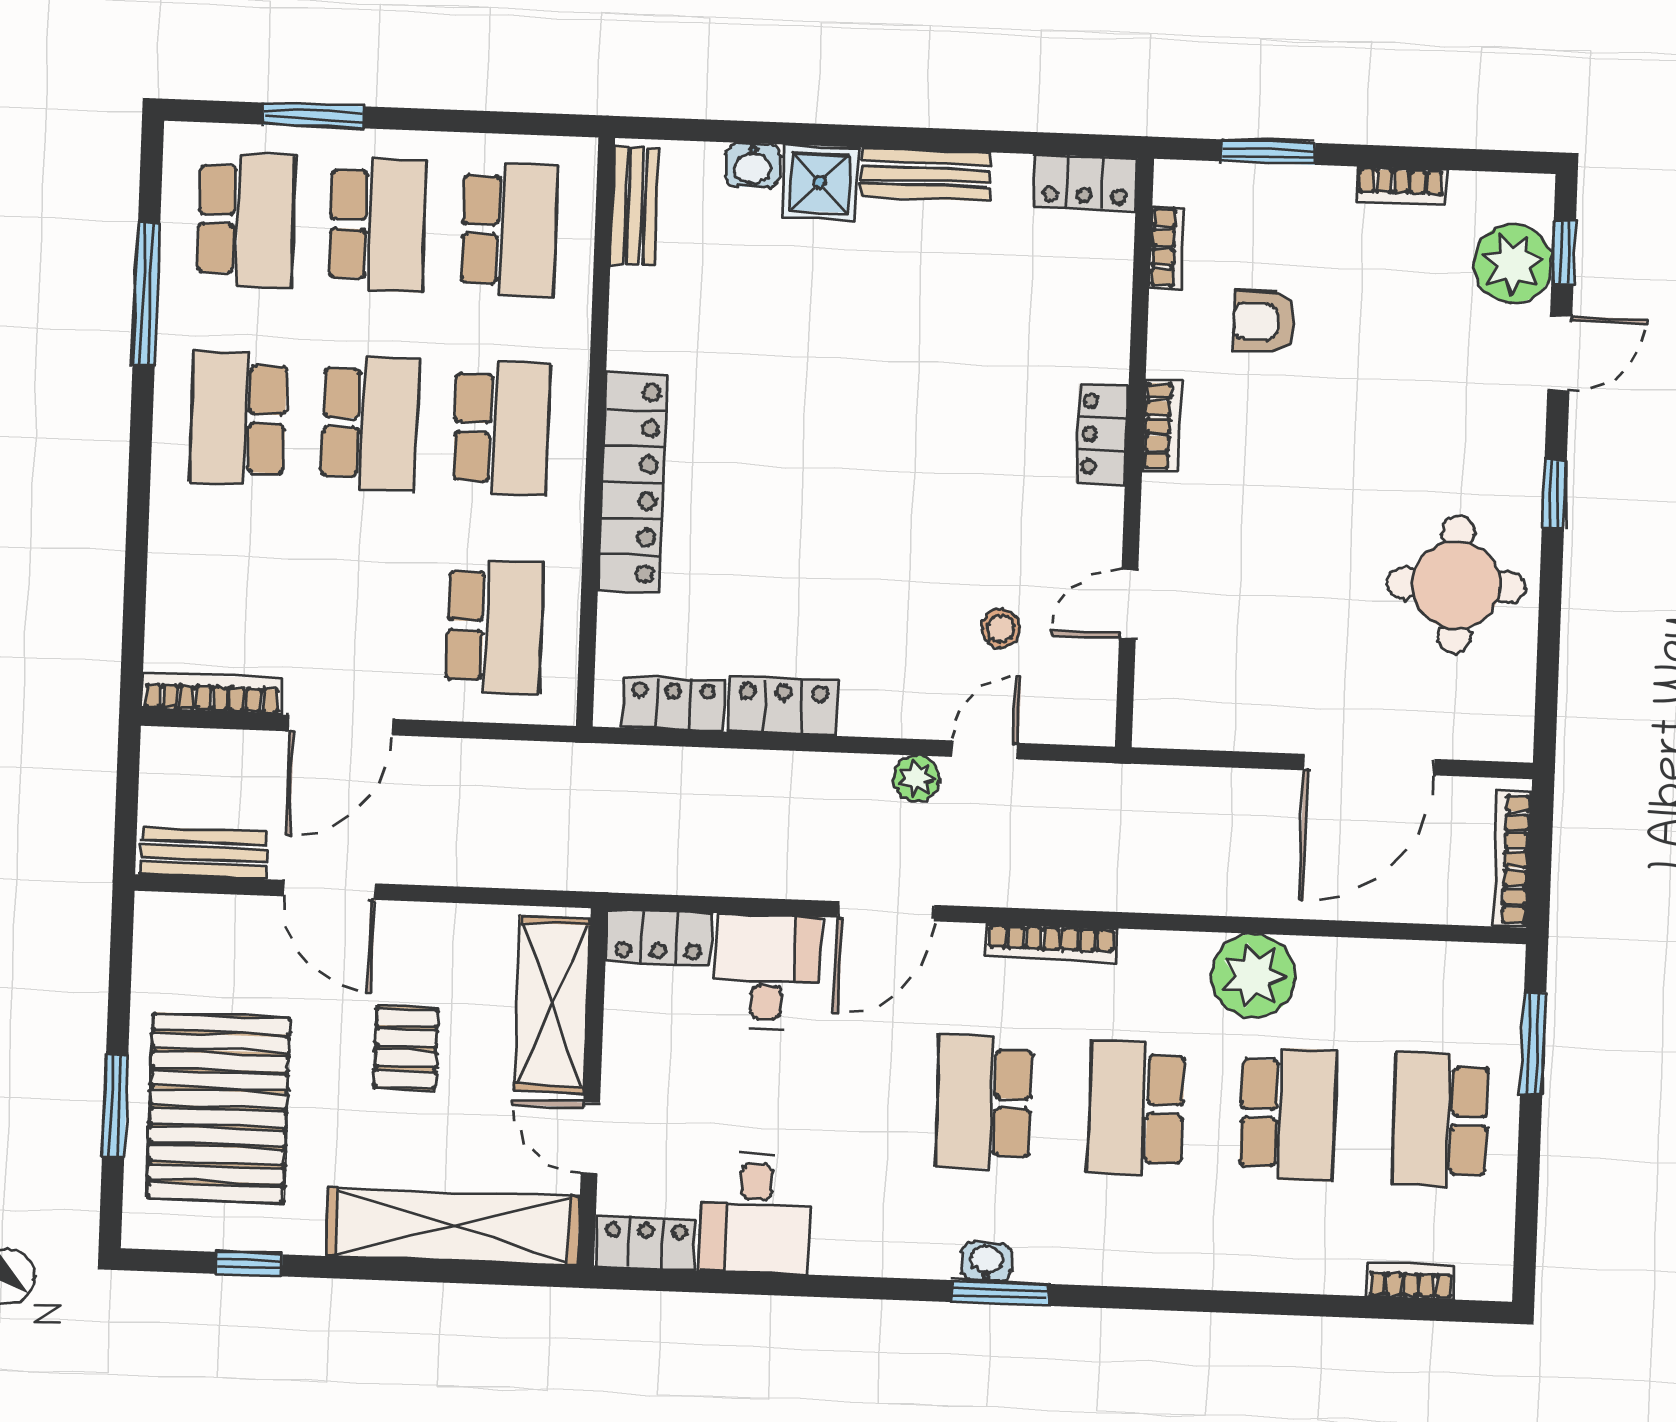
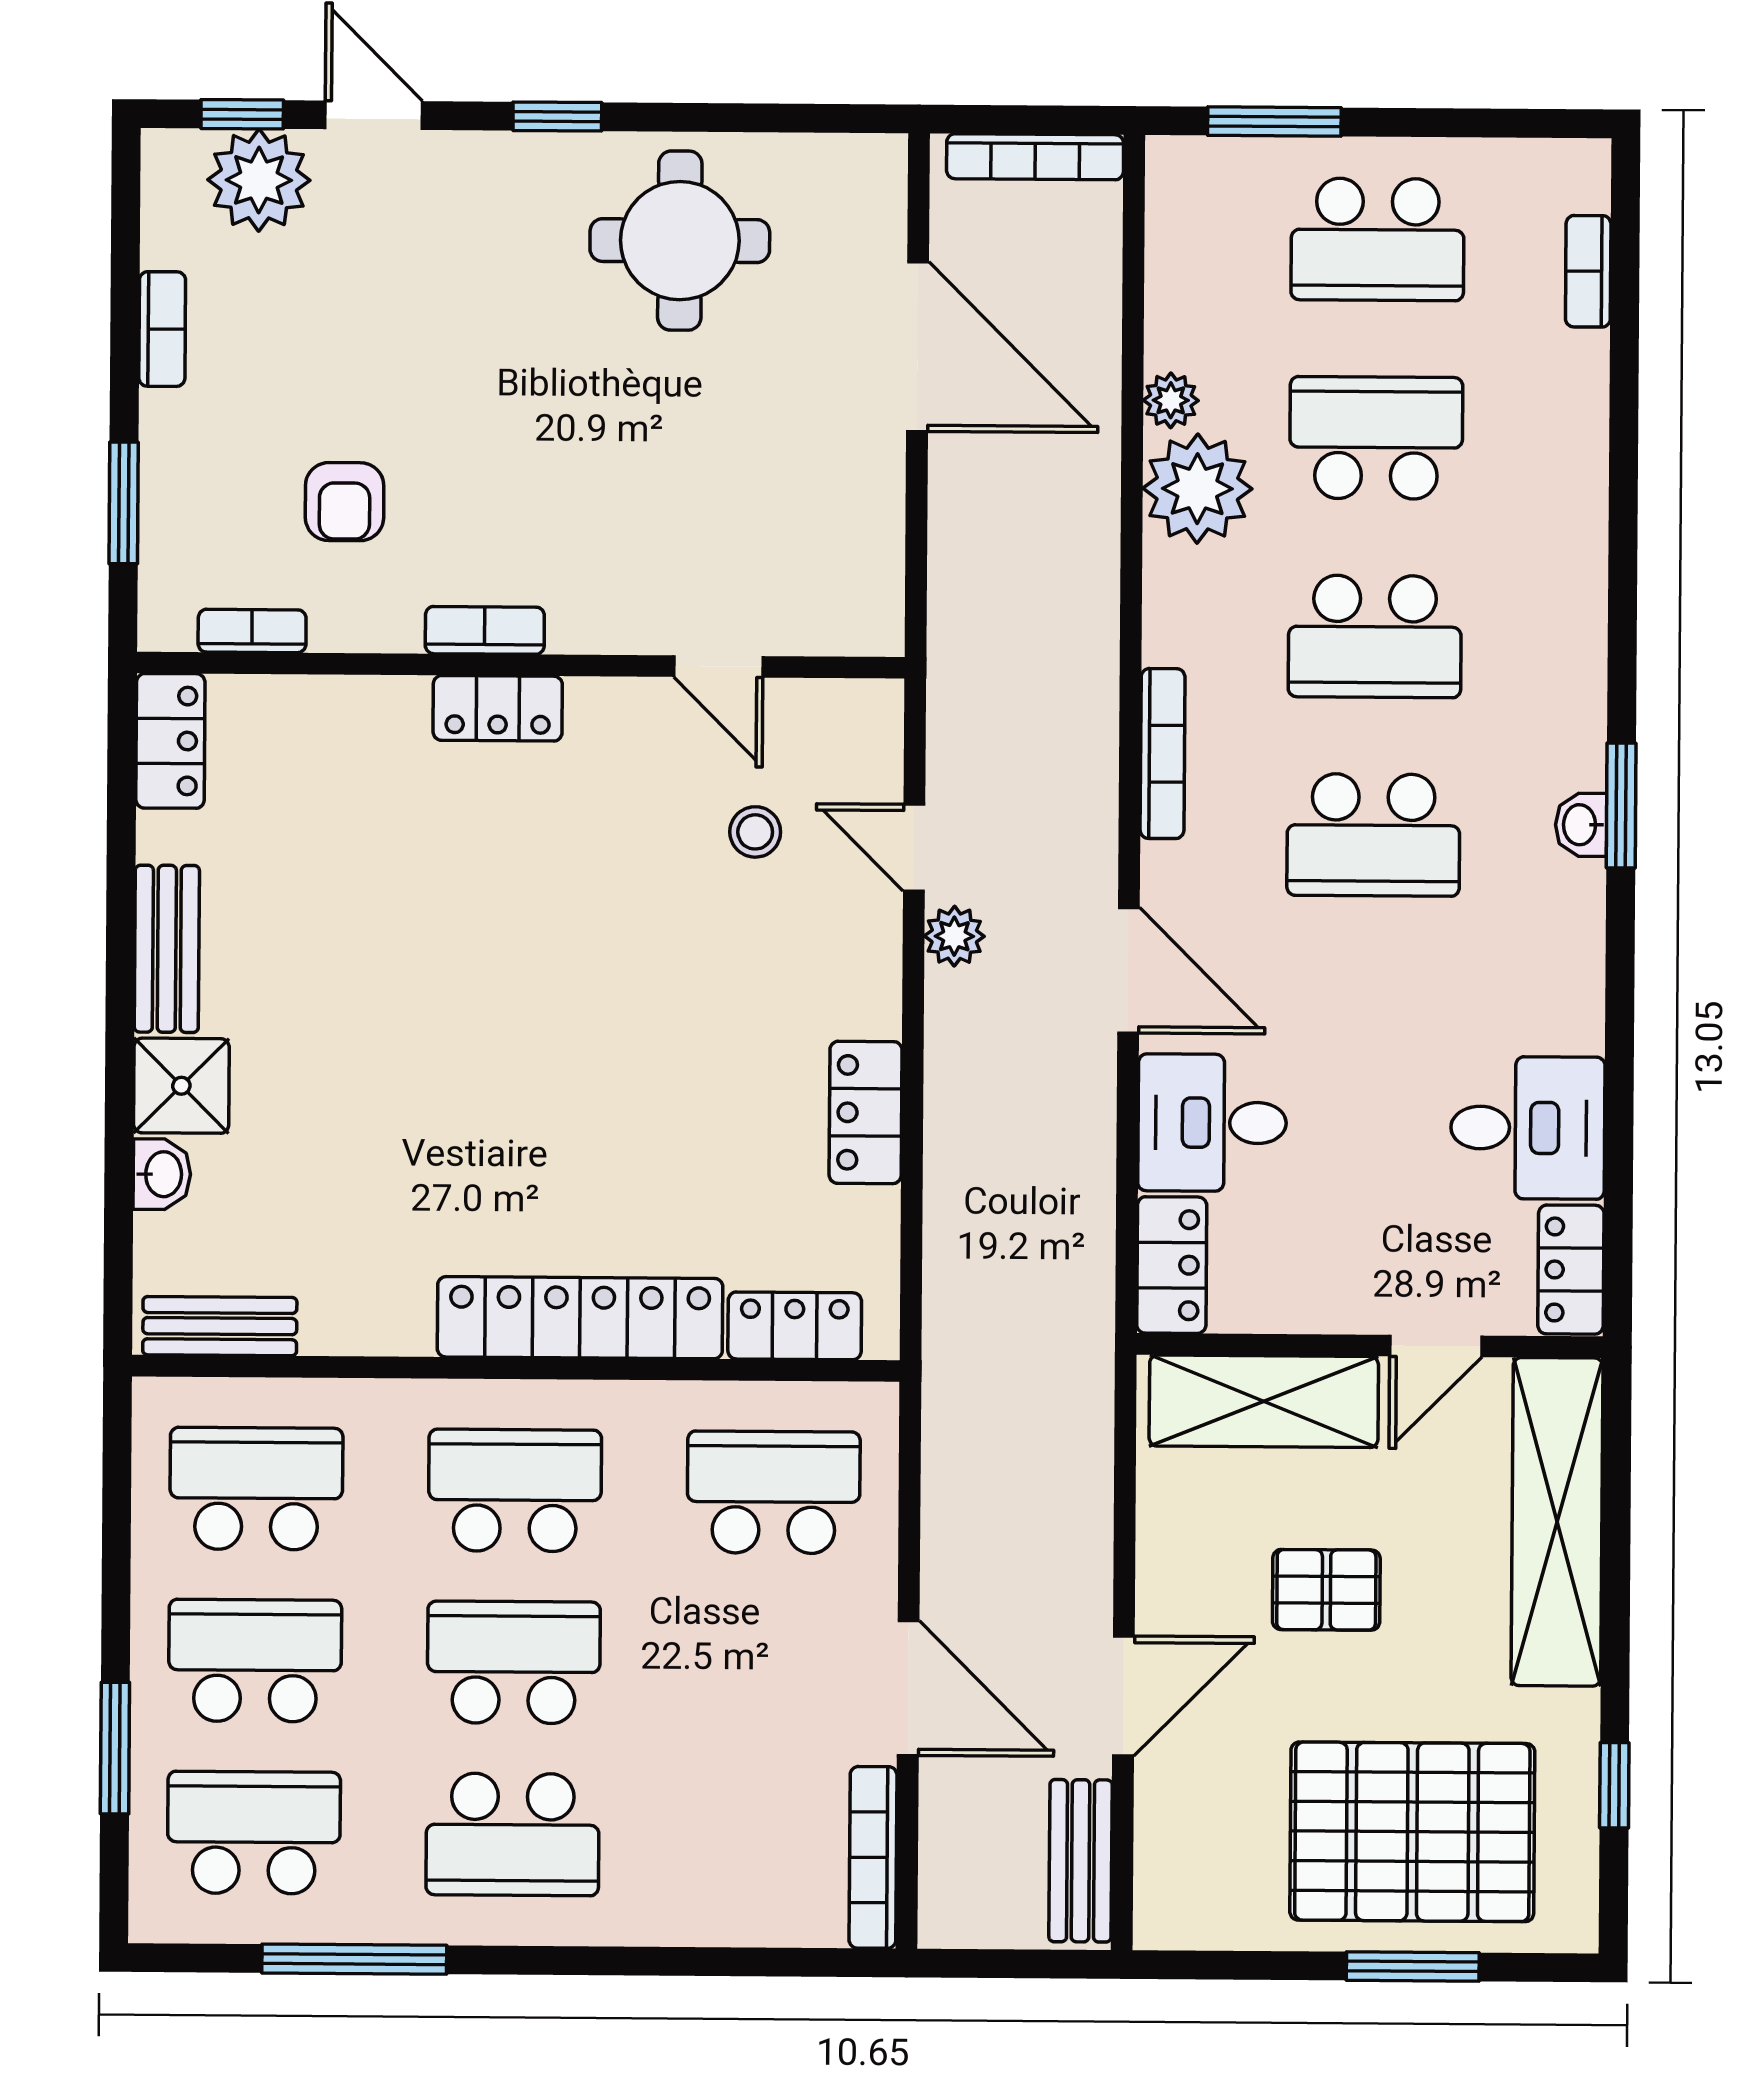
locker: (673, 704) -> (795, 1326), moved, turned 90
plant: (1322, 957) -> (1171, 400), added

